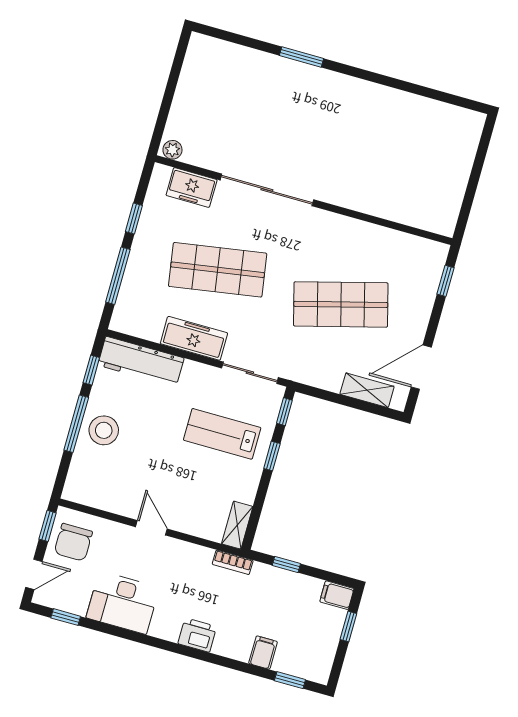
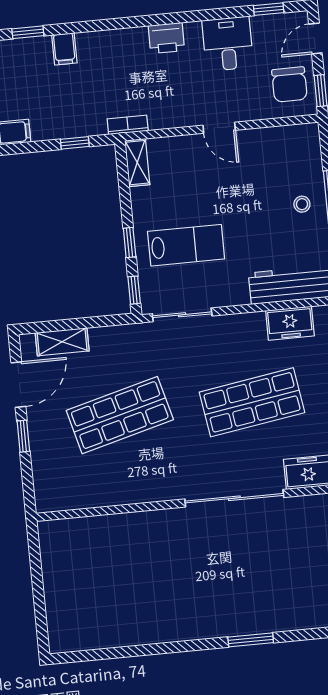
window: (445, 281) -> (23, 436), moved
freezer: (194, 338) -> (290, 323), moved, width x0.71
stool: (104, 430) -> (302, 204), width x0.53, depth x0.53
chair: (73, 542) -> (289, 84), turned 180
desk: (123, 603) -> (228, 44), width x0.73
printer: (197, 635) -> (166, 38), moved

